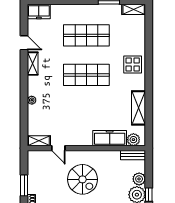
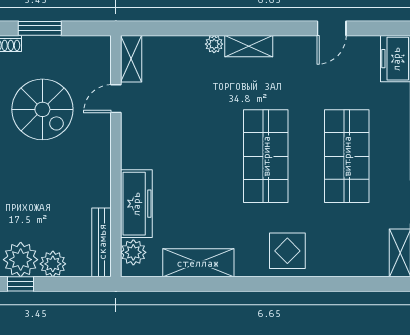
shelving: (33, 64) -> (249, 46), moved
bench: (133, 155) -> (102, 242), width x1.36
spiral stairs: (82, 179) -> (42, 109), moved, turned -90

